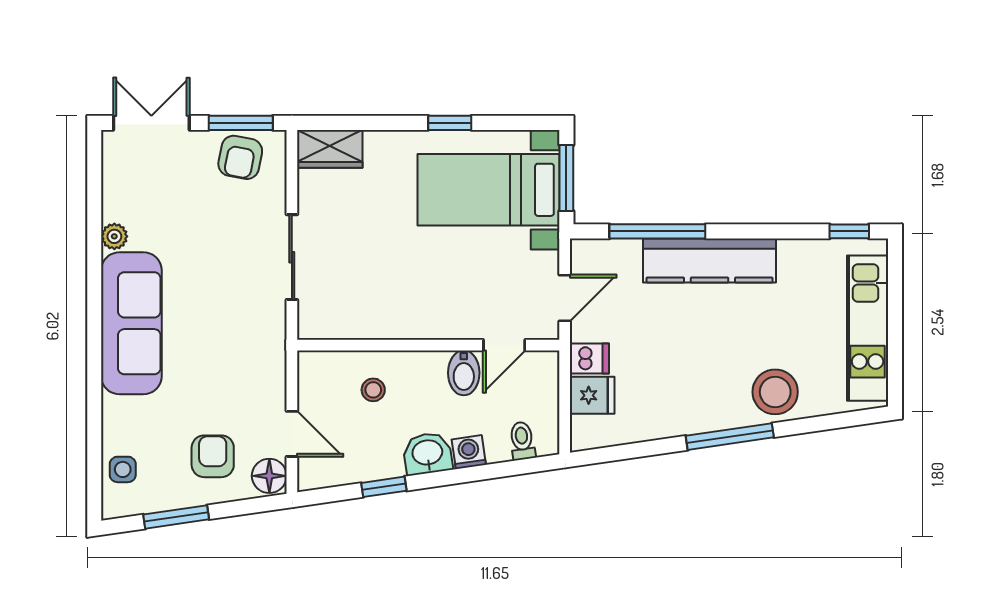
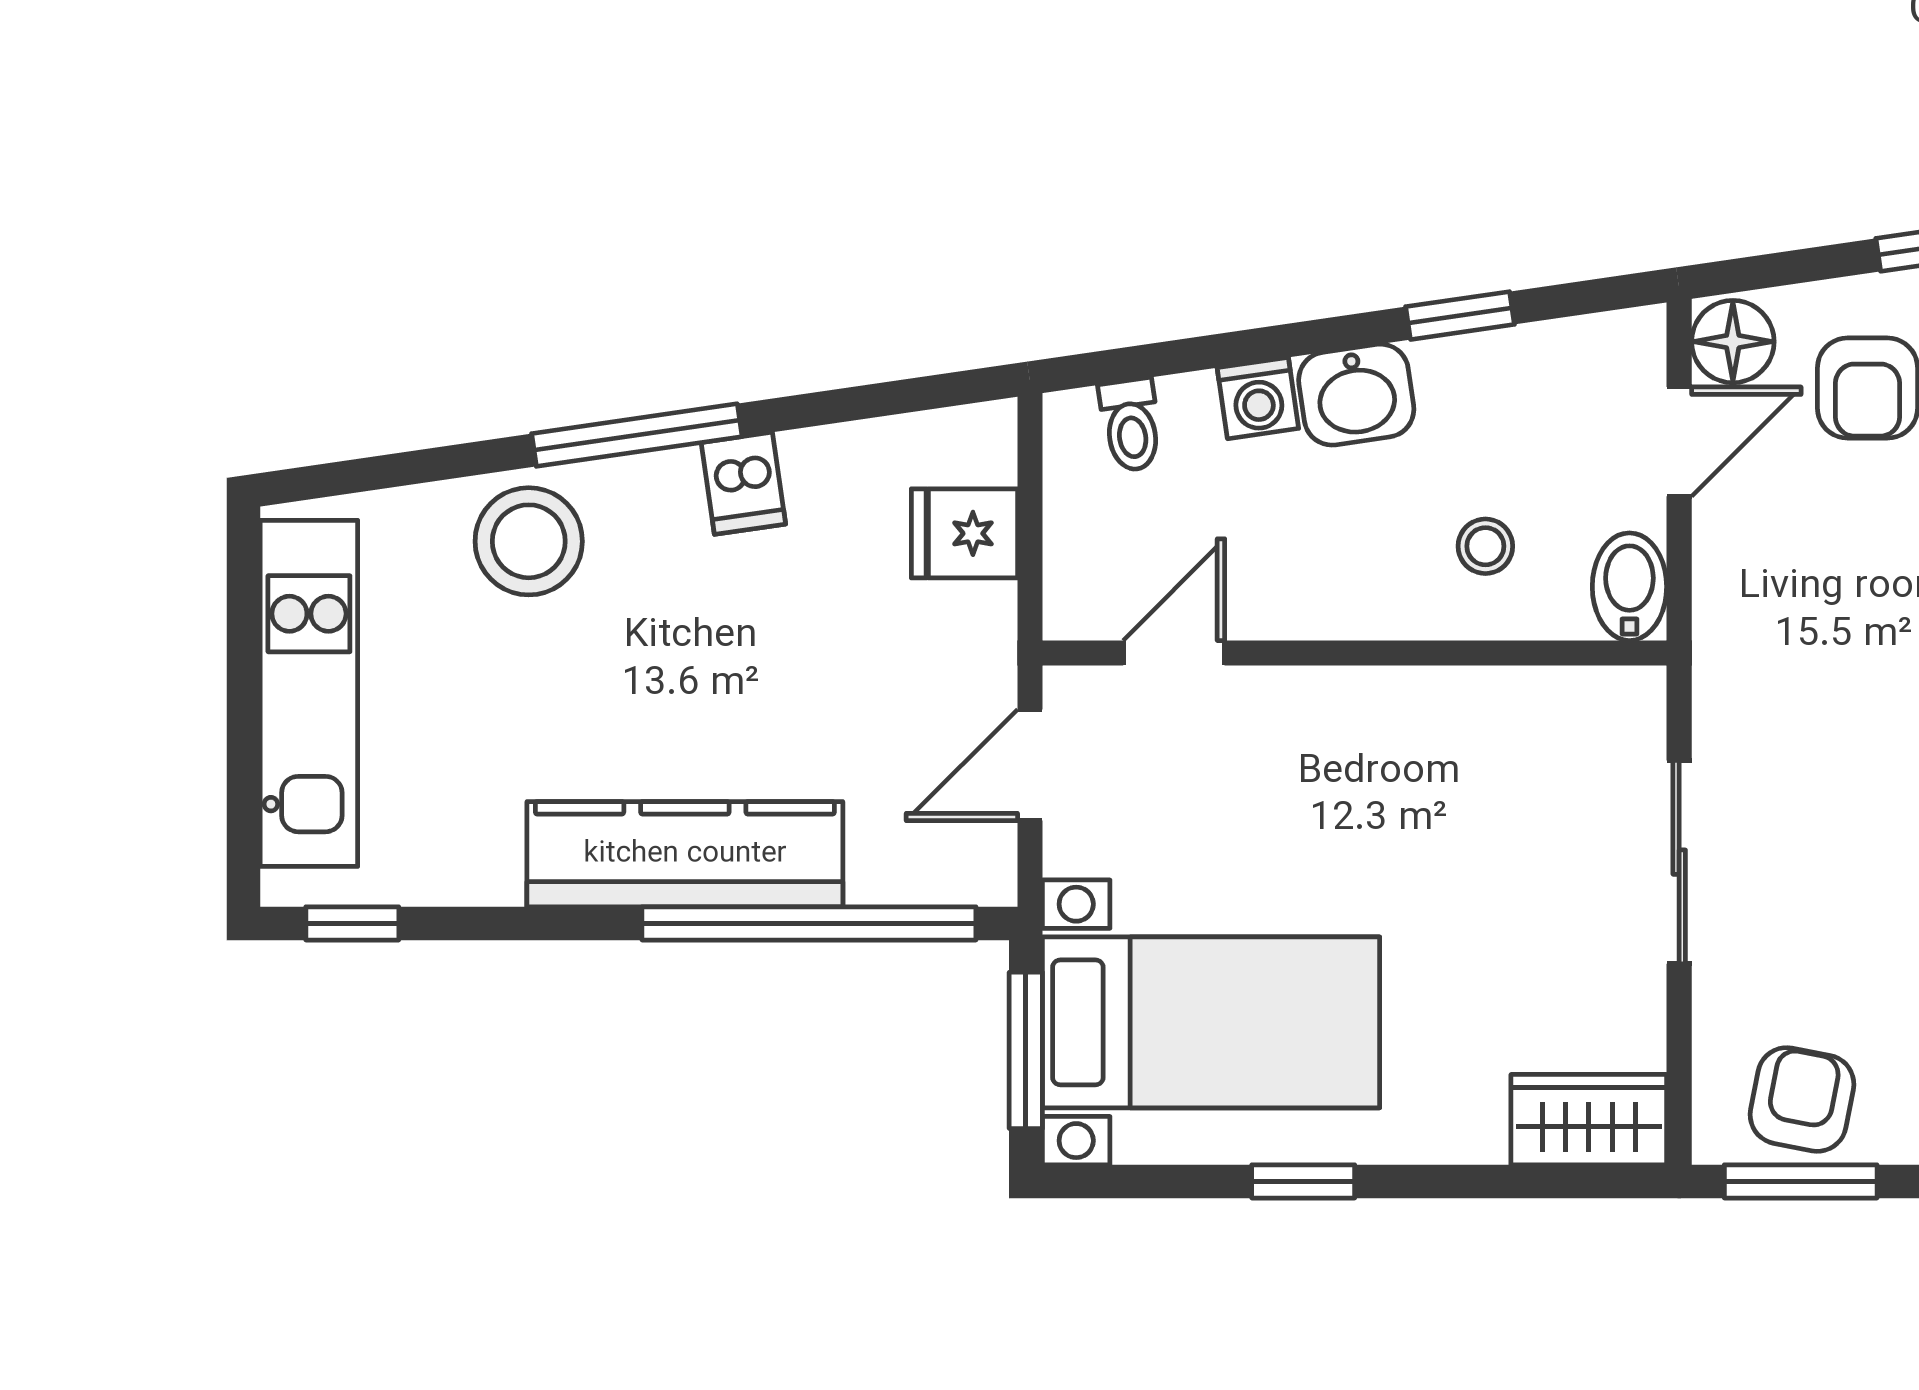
window: (657, 231) -> (809, 923), width x1.46
dishwasher: (589, 359) -> (743, 483), moved, turned -98
bidet: (464, 373) -> (1629, 587), moved
door: (292, 434) -> (1679, 442), swing flipped

